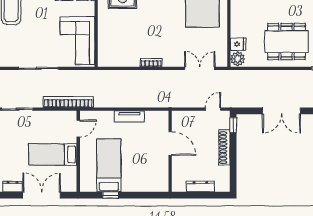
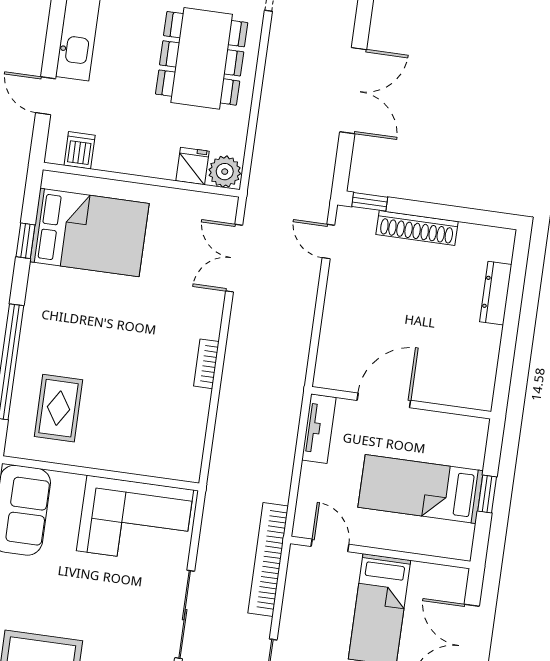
door: (170, 144) -> (384, 400), moved
wall: (170, 151) -> (401, 403), moved

